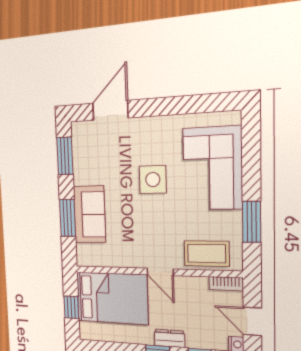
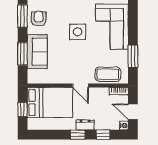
armchair: (89, 159) -> (39, 19), added

